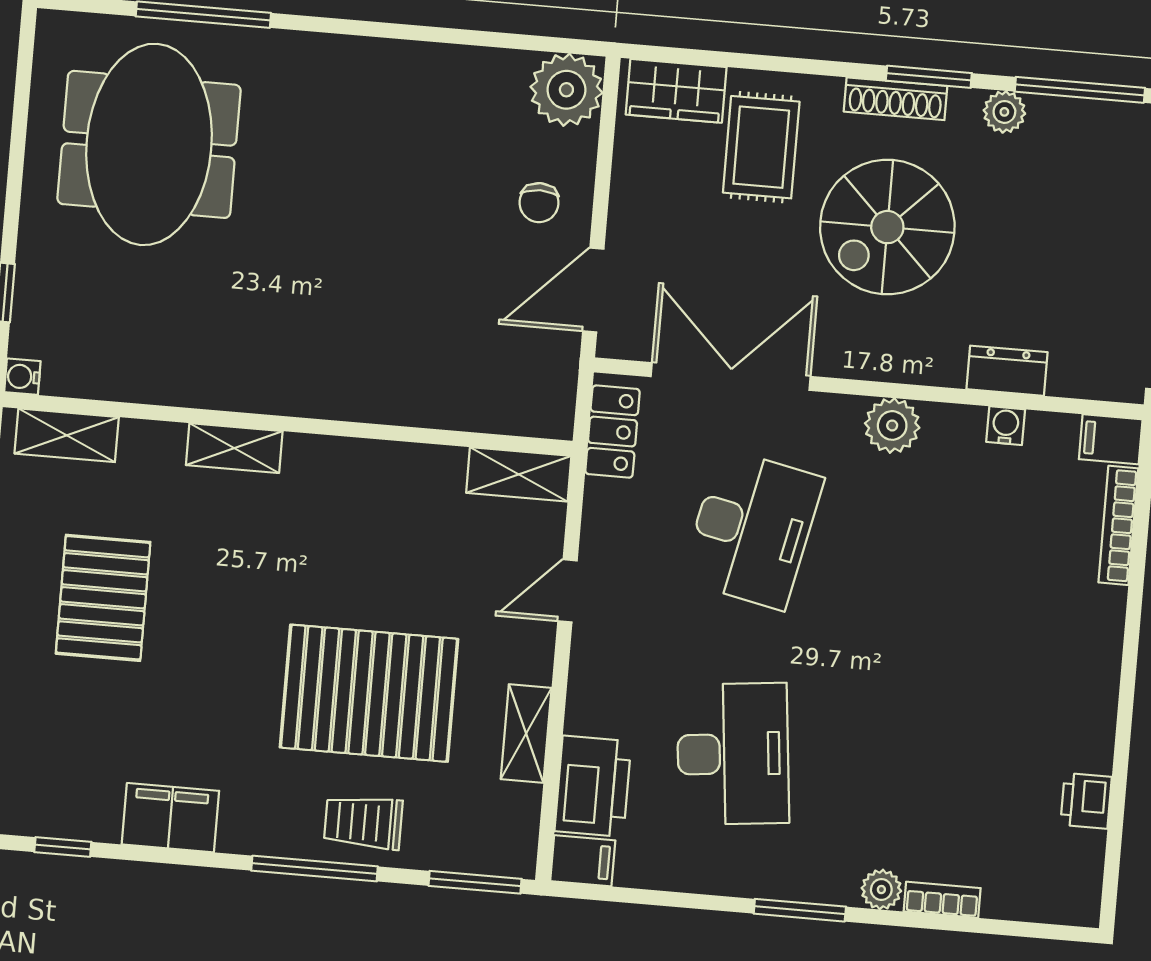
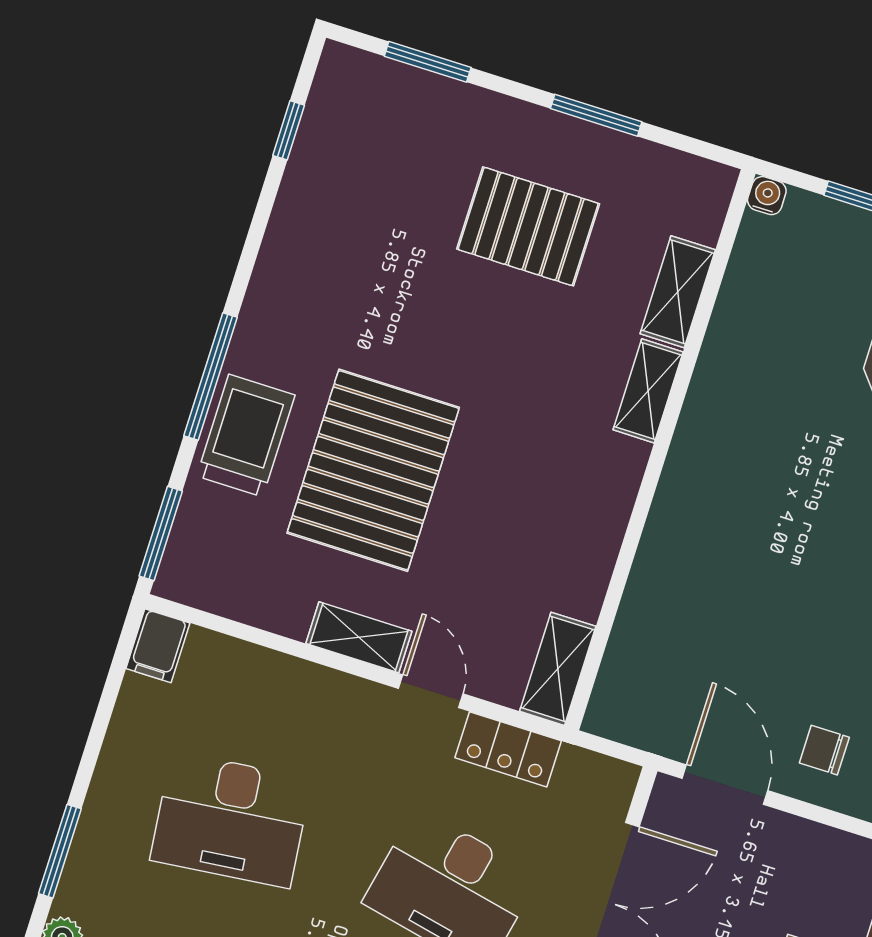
locker: (613, 432) -> (508, 749), moved
shelving: (67, 435) -> (678, 292), moved
shelving: (526, 733) -> (359, 637), moved
printer: (593, 786) -> (230, 673), removed
filing cabinet: (170, 818) -> (294, 244), removed
trolley: (363, 822) -> (246, 436), width x1.36, depth x1.39

